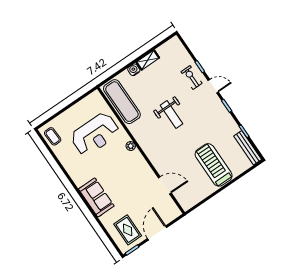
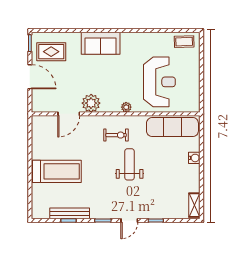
shelving: (148, 60) -> (194, 205), moved
exercise bike: (192, 77) -> (116, 135), moved
weight bench: (171, 115) -> (130, 164), turned 90
reception desk: (95, 134) -> (159, 82), turned 180
bench: (248, 148) -> (70, 213), moved
plant: (146, 174) -> (91, 103), added

